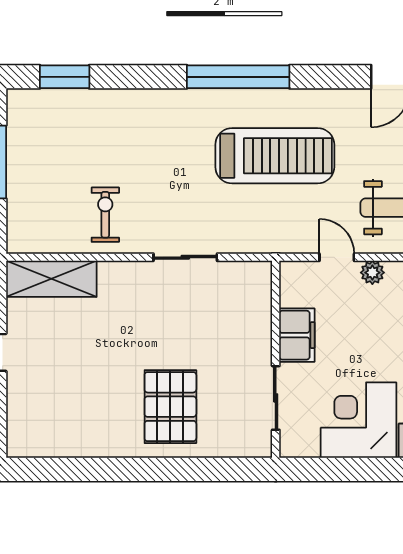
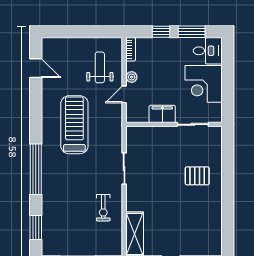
window: (238, 77) -> (36, 169), moved
exercise bike: (105, 215) -> (103, 208), turned -90
pallet: (170, 407) -> (197, 176), width x0.67, depth x0.71

